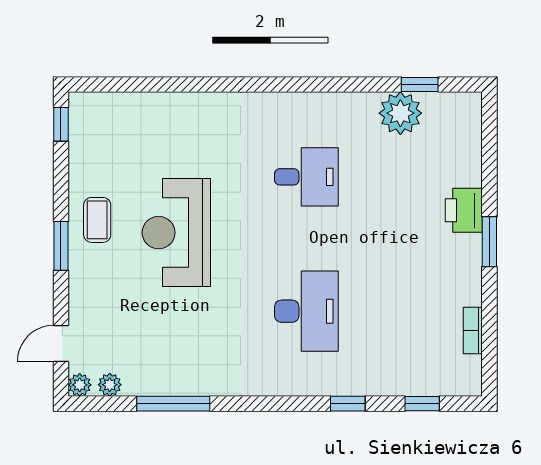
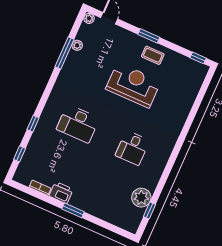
printer: (464, 210) -> (61, 193), moved
plant: (110, 385) -> (77, 45), moved

